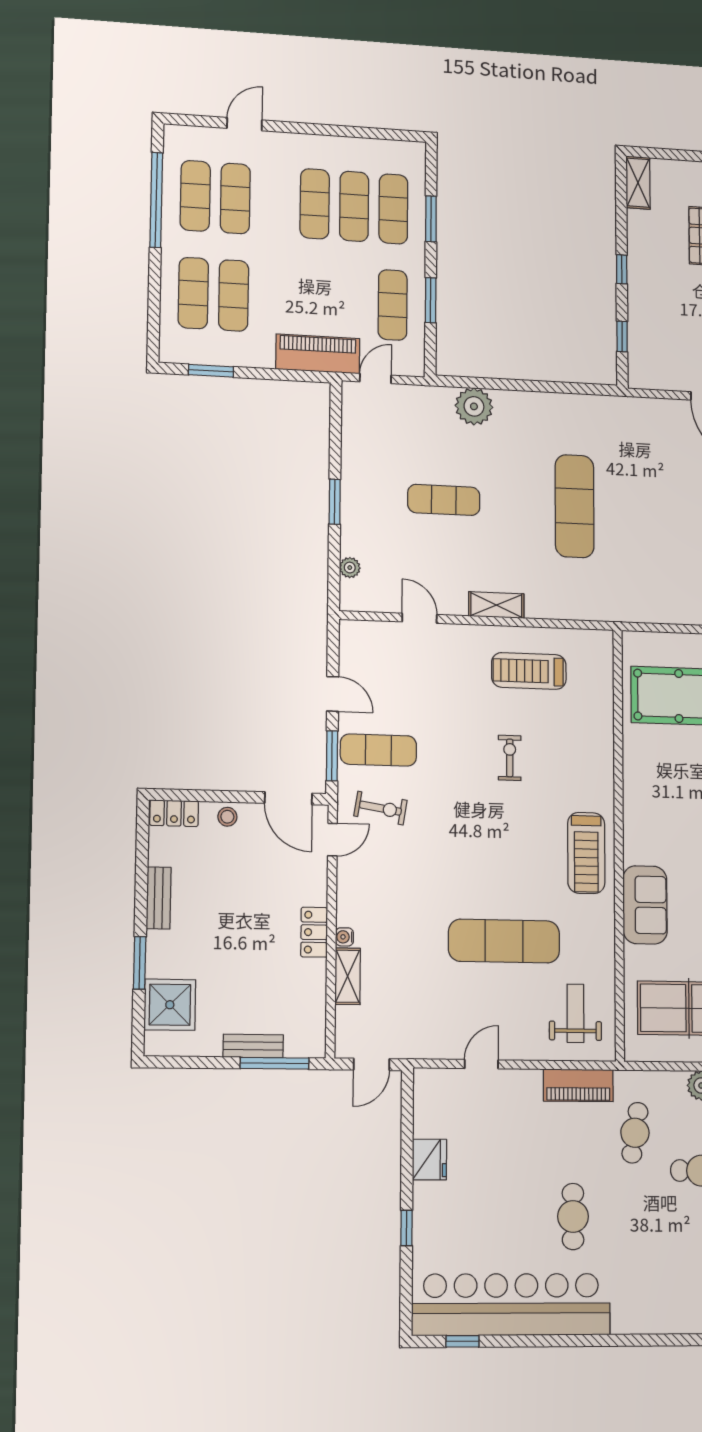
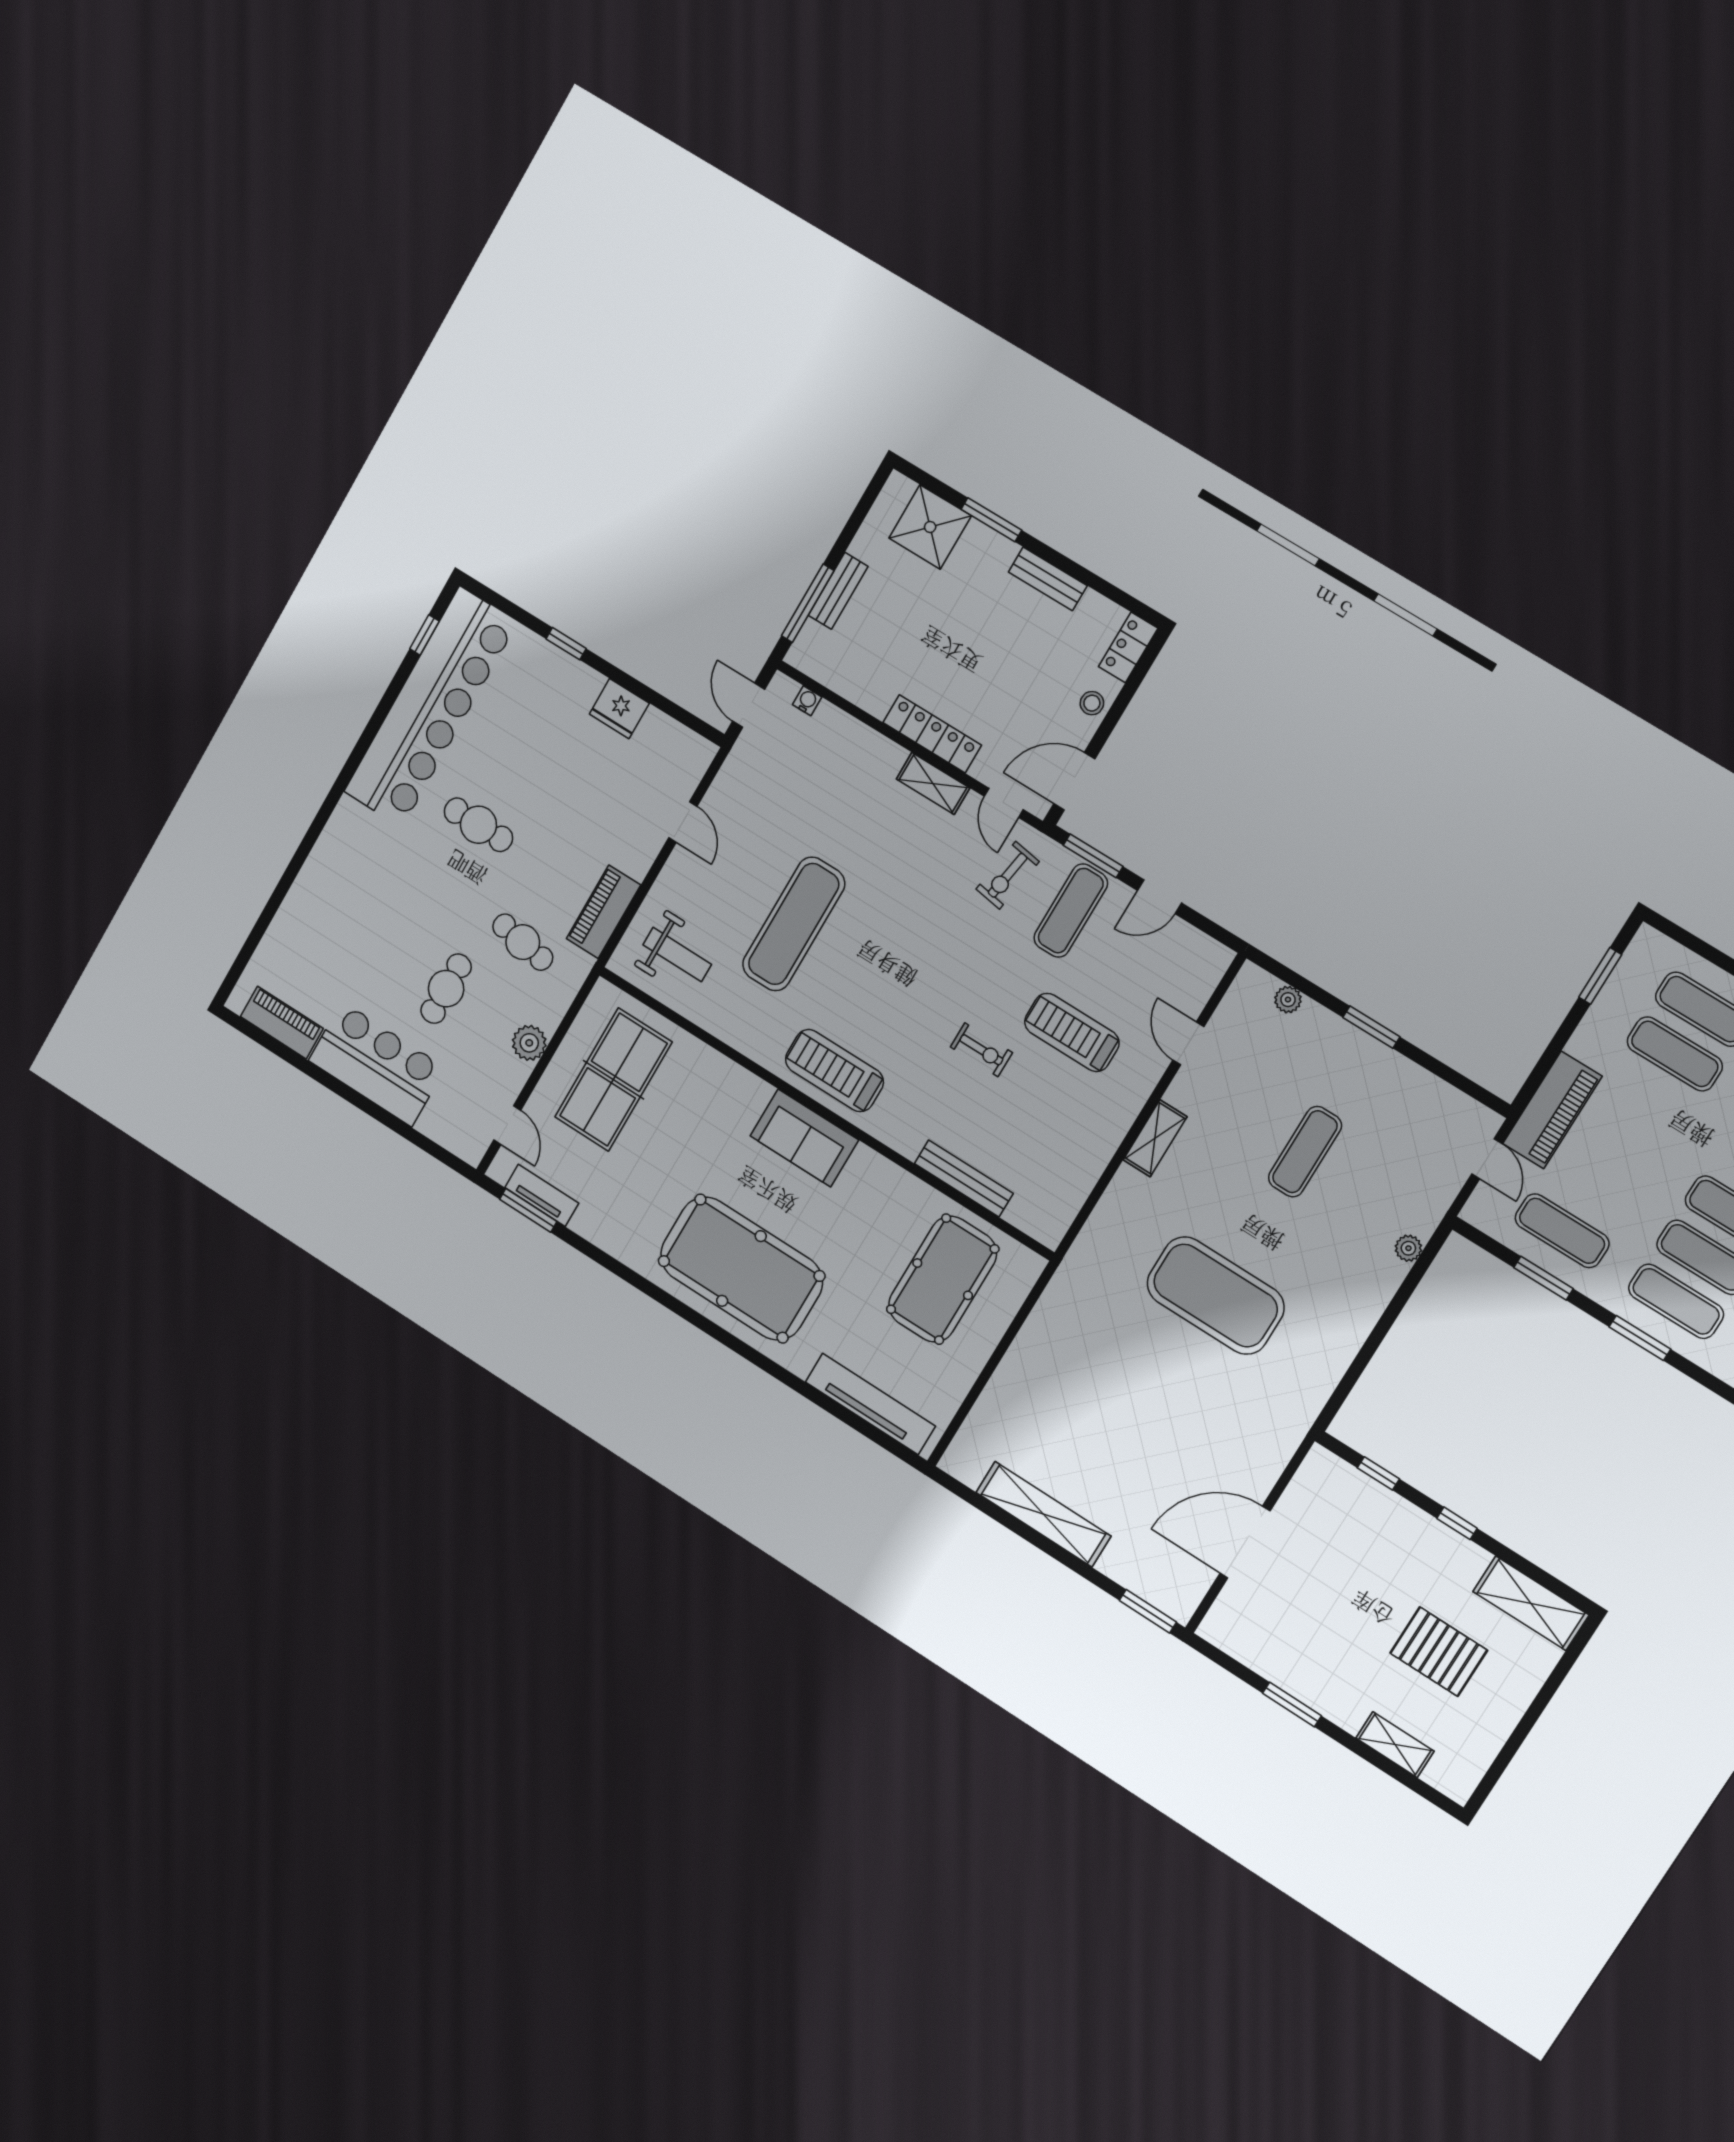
shelving: (638, 183) -> (1531, 1603), width x1.50, depth x1.33
plant: (474, 406) -> (1408, 1248), width x0.53, depth x0.53
exercise mat: (575, 506) -> (1216, 1295), width x1.47
door: (419, 618) -> (1188, 1043), swing flipped
treadmill: (529, 671) -> (1072, 1032), moved, turned -90
bench: (603, 720) -> (964, 1178), added
sofa: (645, 905) -> (804, 1138), moved
locker: (314, 932) -> (932, 734), width x1.53
water cooler: (344, 937) -> (807, 701), moved
shelving: (348, 976) -> (933, 783), moved

